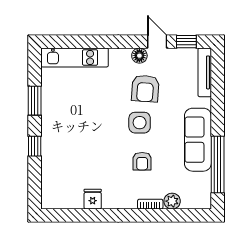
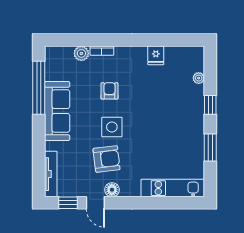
armchair: (145, 89) -> (107, 159), turned 79
plant: (47, 175) -> (199, 78), added

